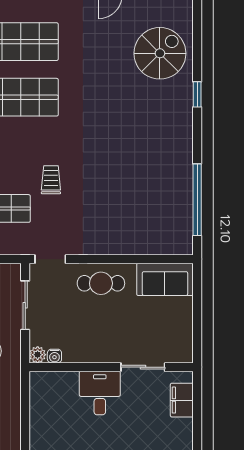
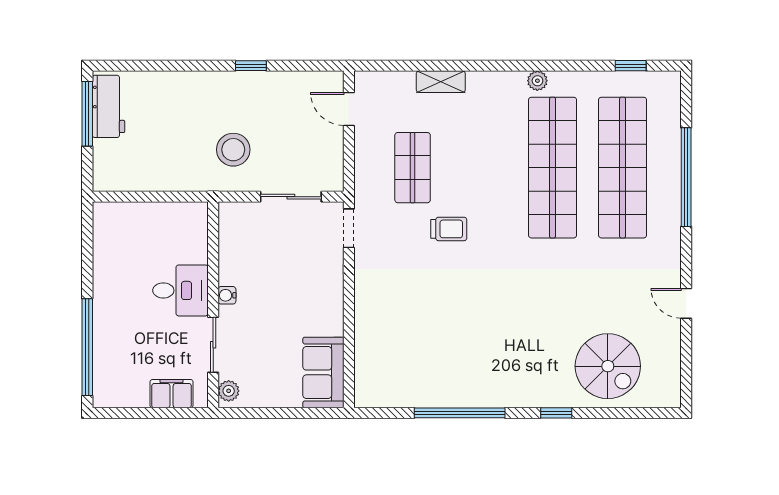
window: (197, 200) -> (460, 413), moved
cafe table: (101, 283) -> (318, 292), removed
plant: (38, 355) -> (229, 391), moved
water cooler: (54, 356) -> (227, 295), moved

